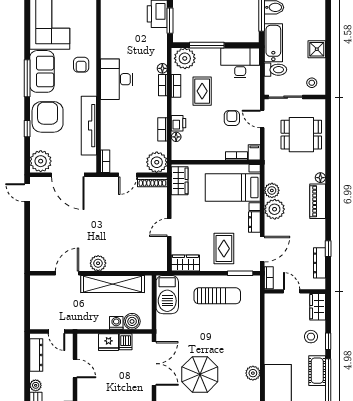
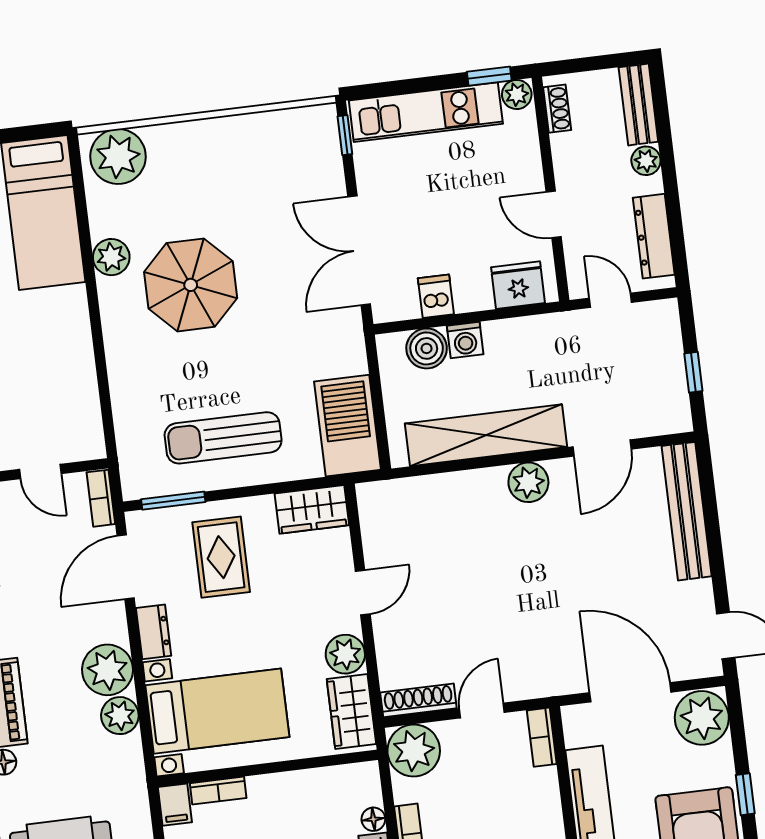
plant: (179, 204) -> (345, 654), added
bench: (37, 244) -> (687, 511), added
window: (27, 299) -> (693, 372), added
fridge: (109, 342) -> (518, 285), moved
parasol: (200, 374) -> (191, 285), moved

